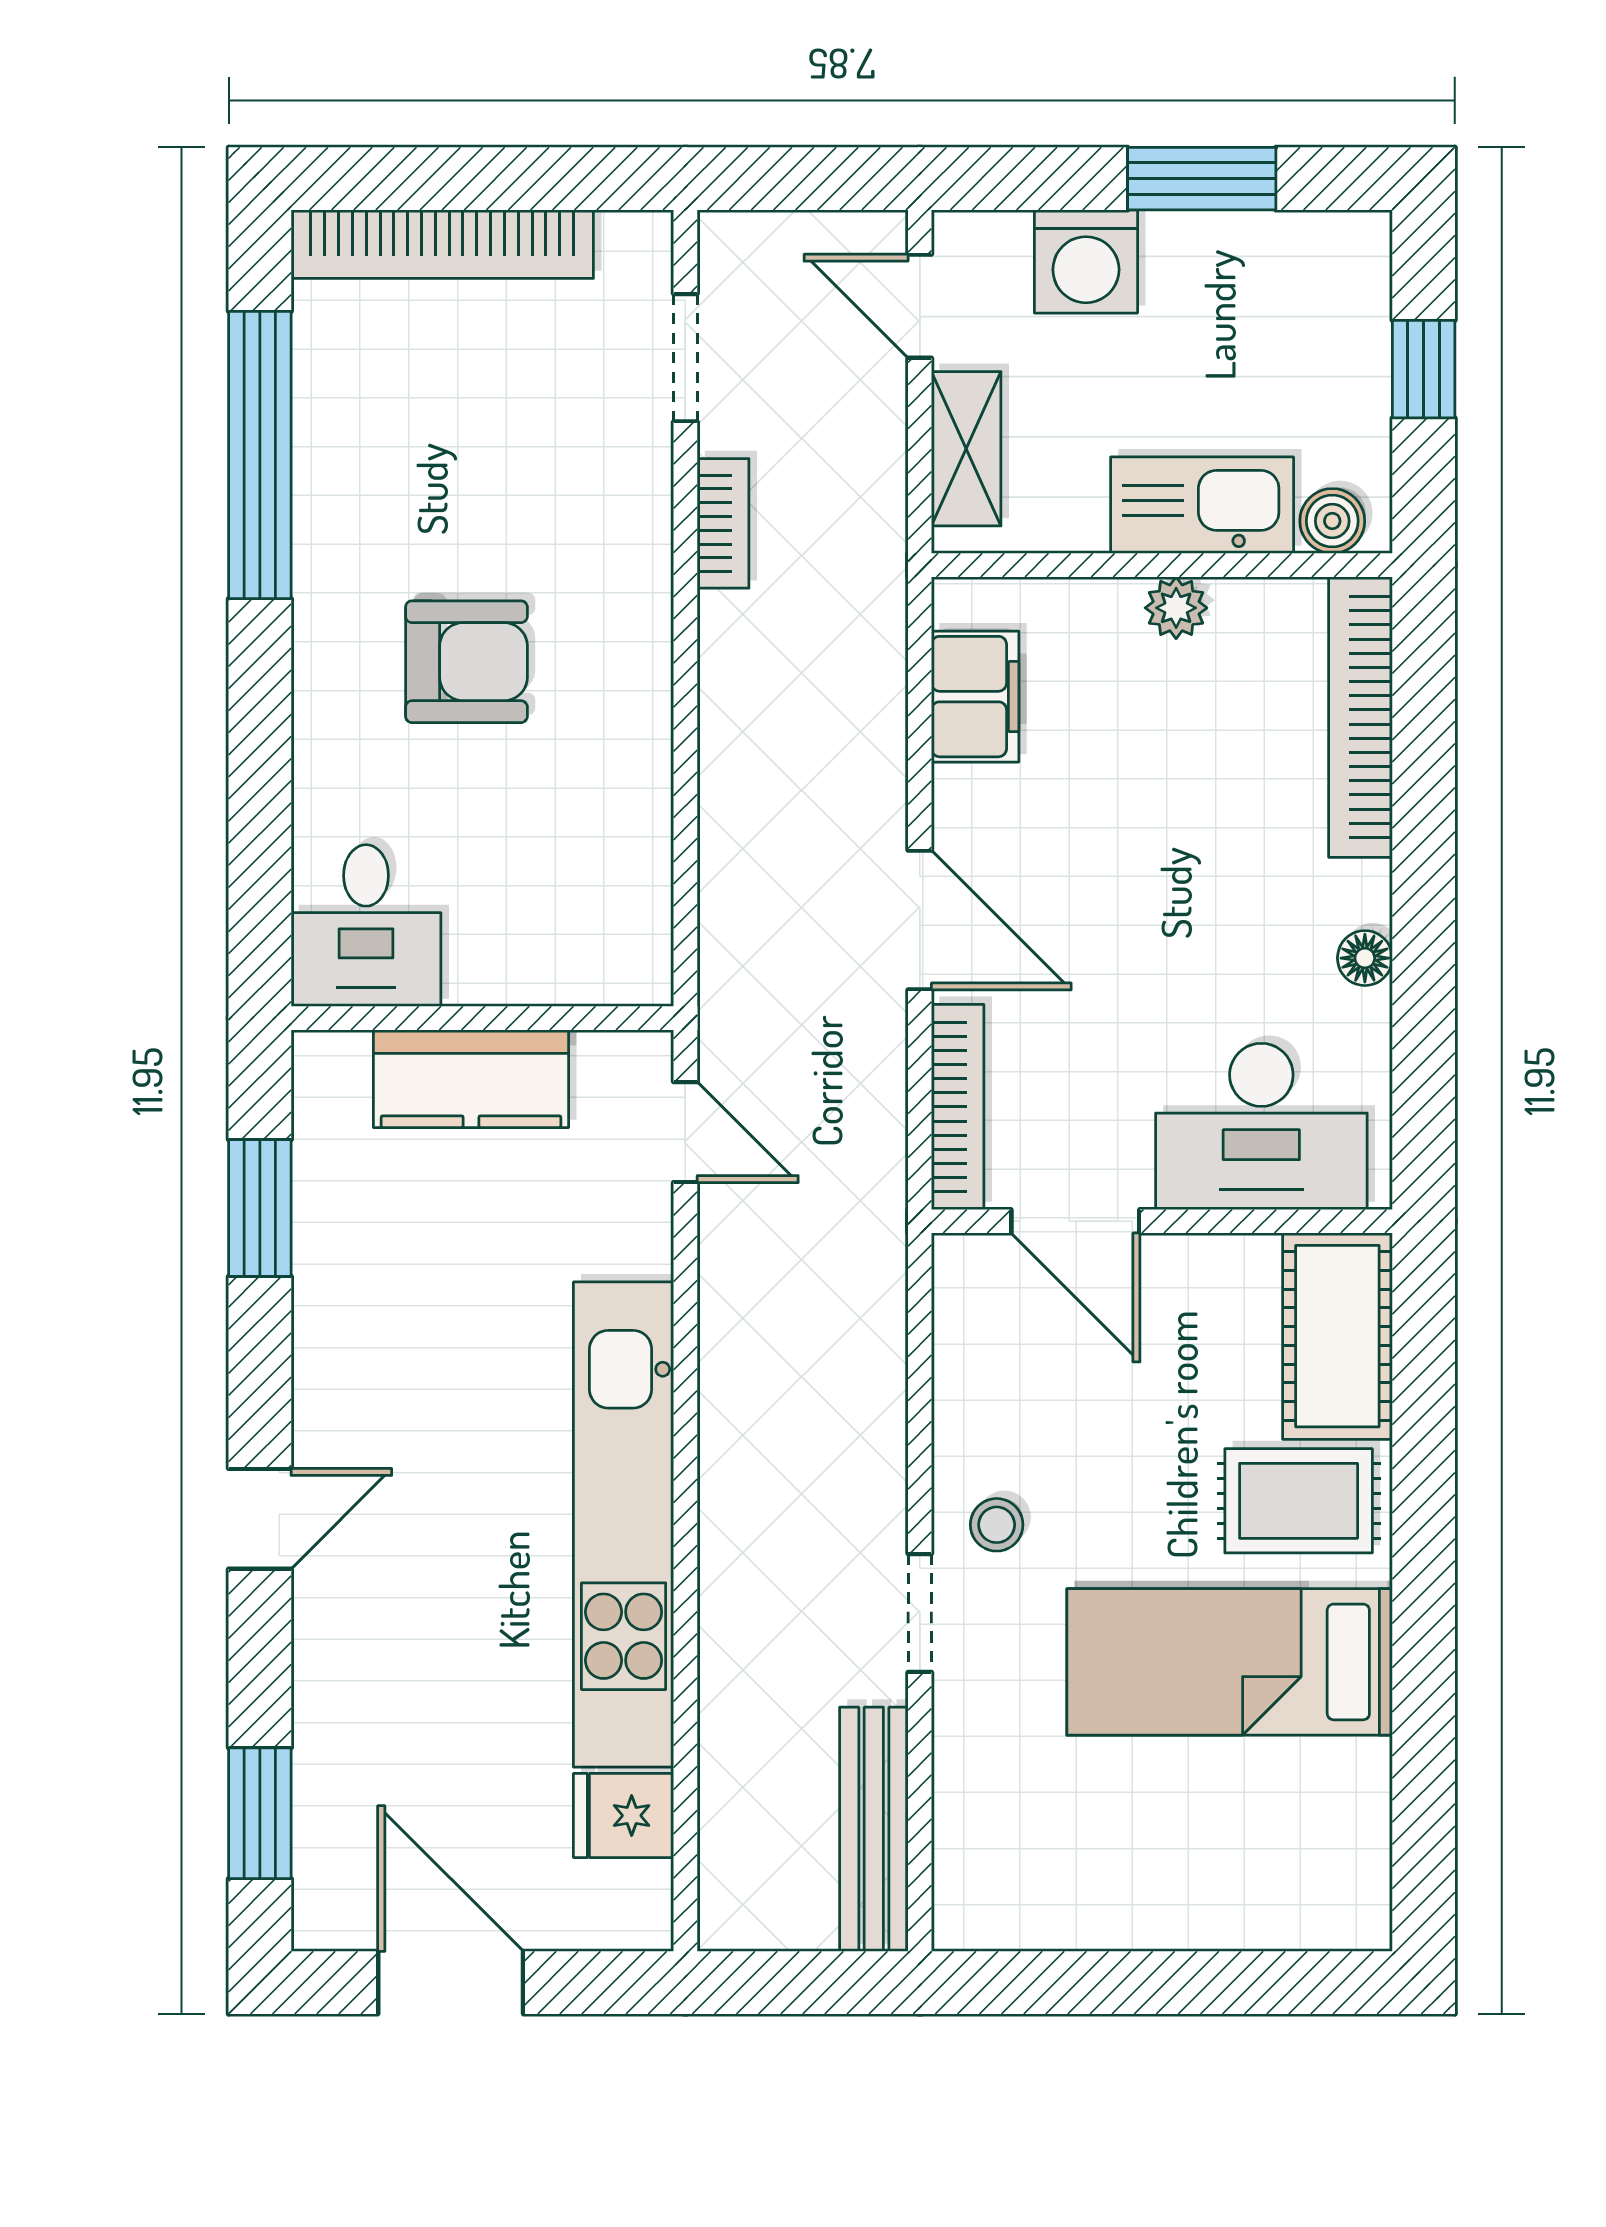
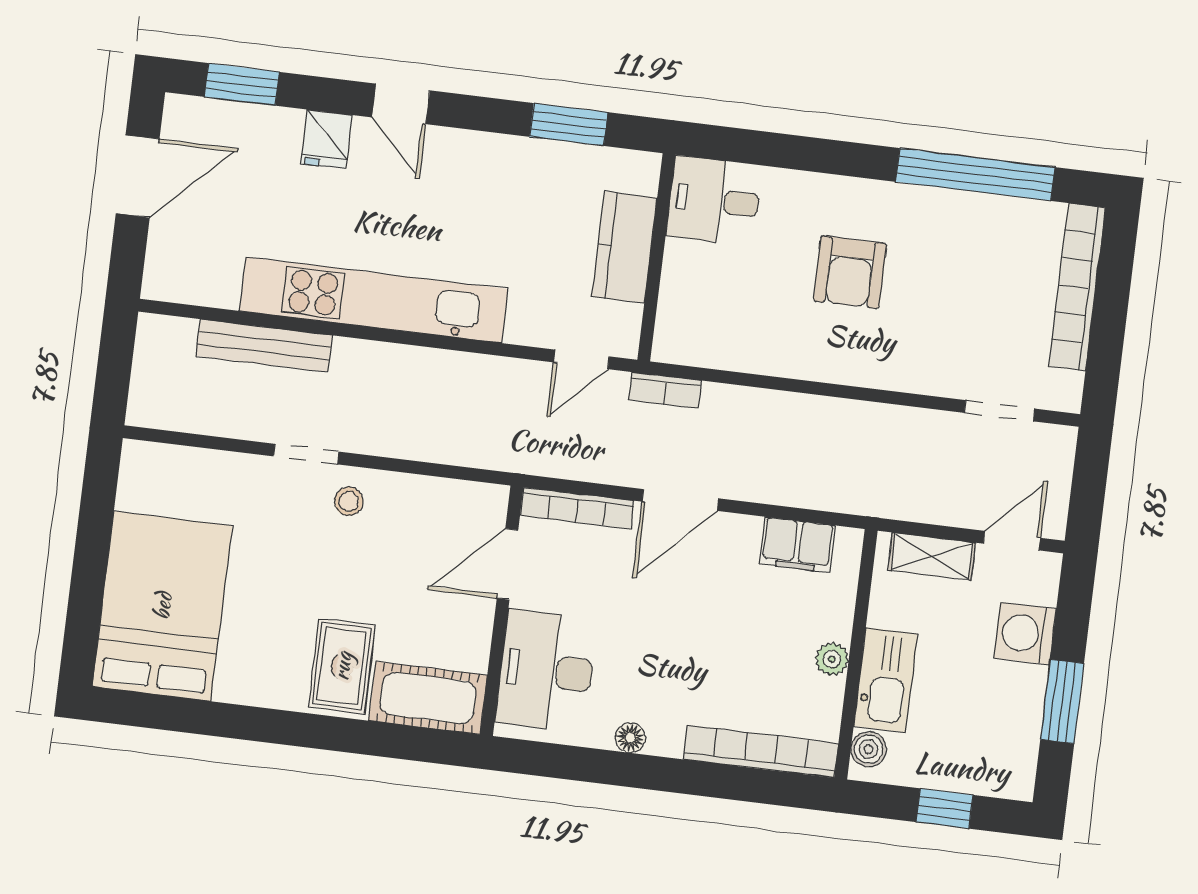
bookcase: (723, 523) -> (665, 390), moved
bed: (1230, 1662) -> (162, 606), moved, width x1.50
fridge: (624, 1816) -> (326, 139), moved, turned 180
bench: (874, 1829) -> (264, 346), moved

